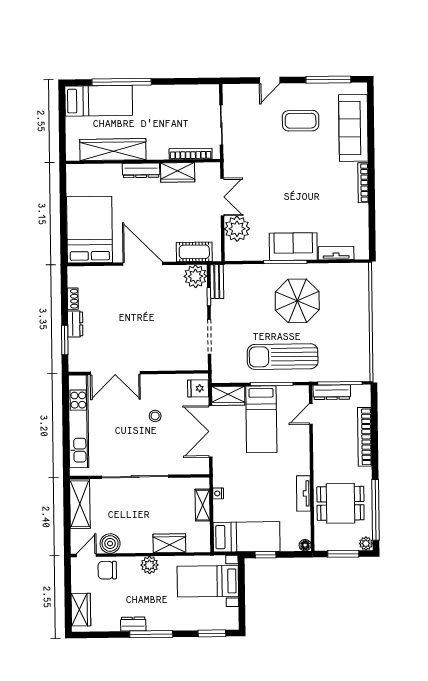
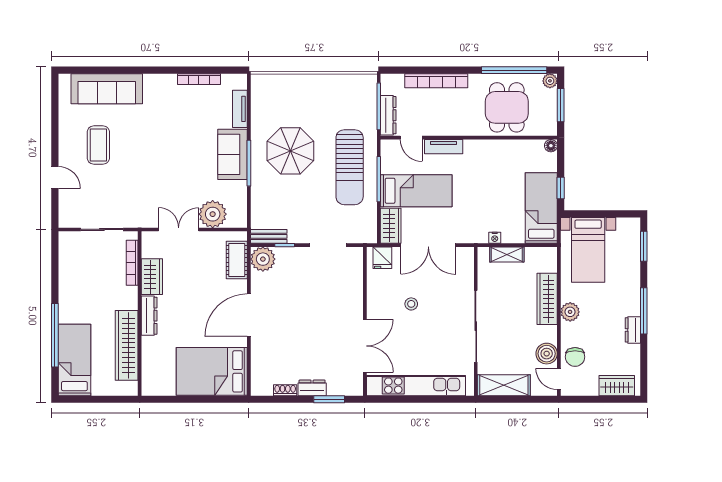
window: (328, 80) -> (55, 115), removed
bookcase: (363, 183) -> (199, 79), moved
tv unit: (304, 493) -> (444, 147), moved
wardrobe: (169, 543) -> (547, 299), width x1.50

